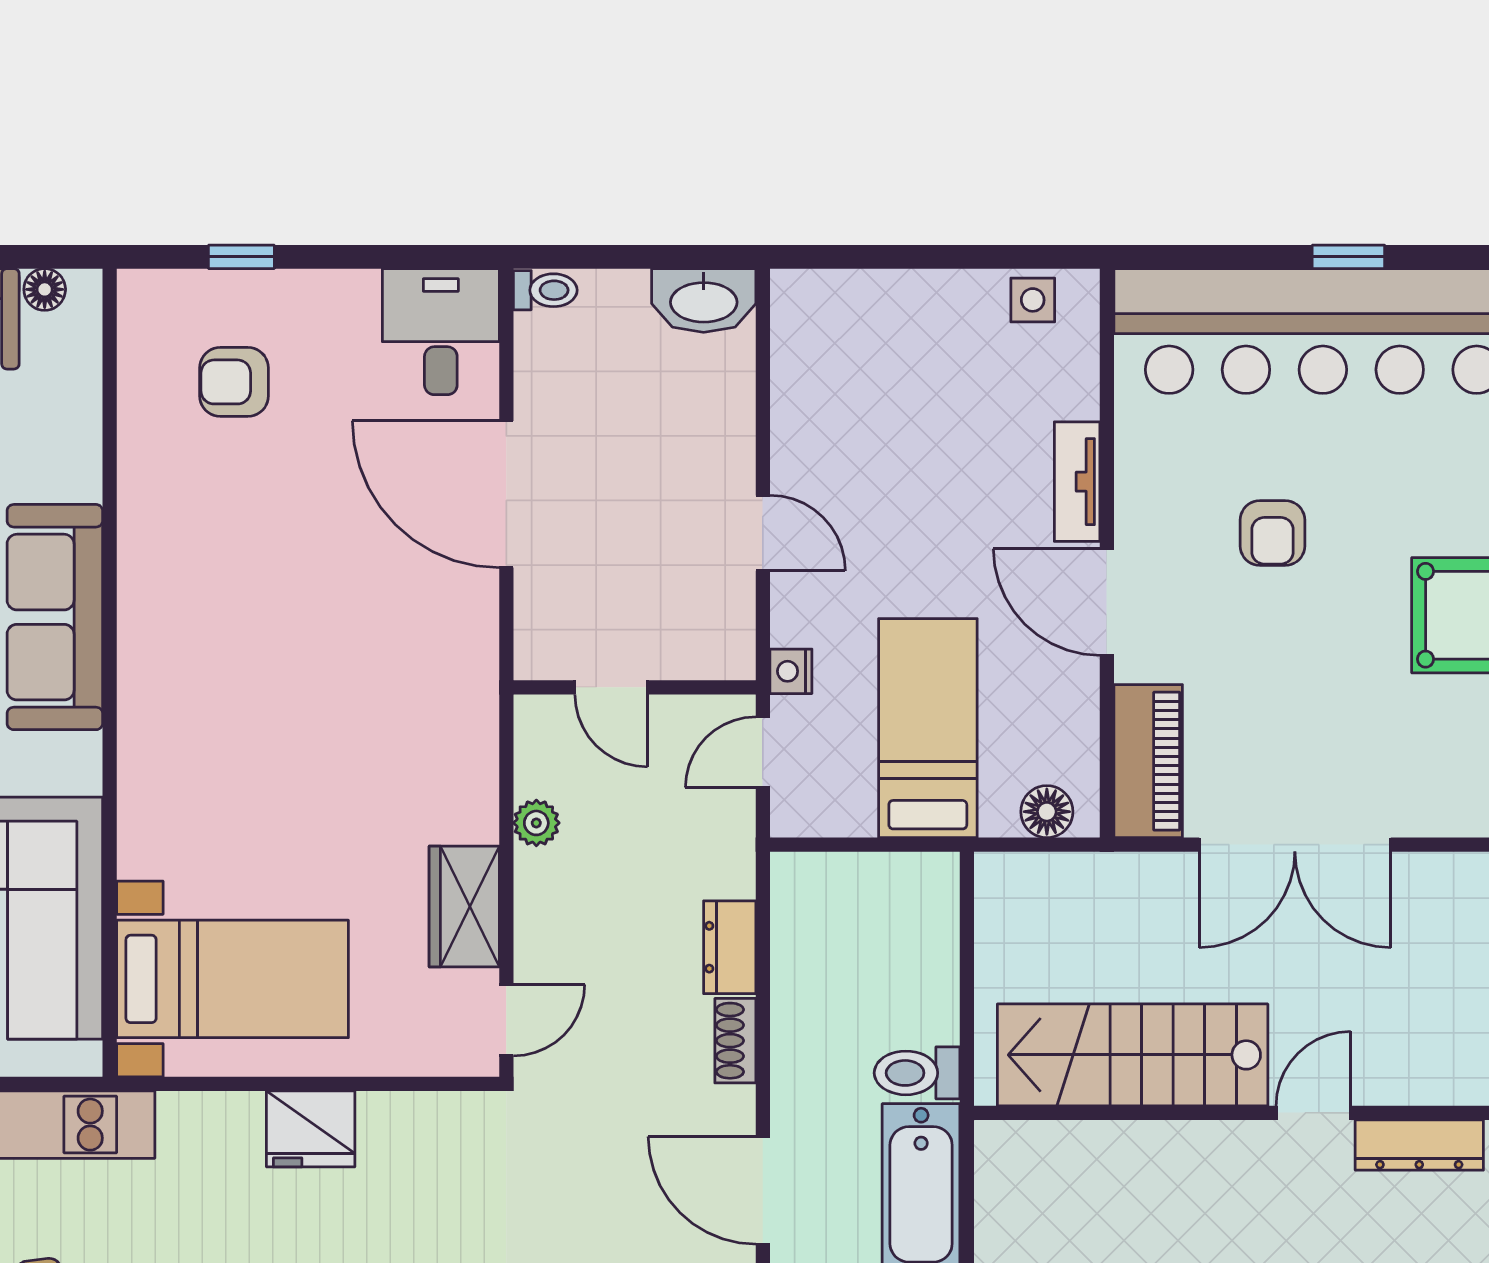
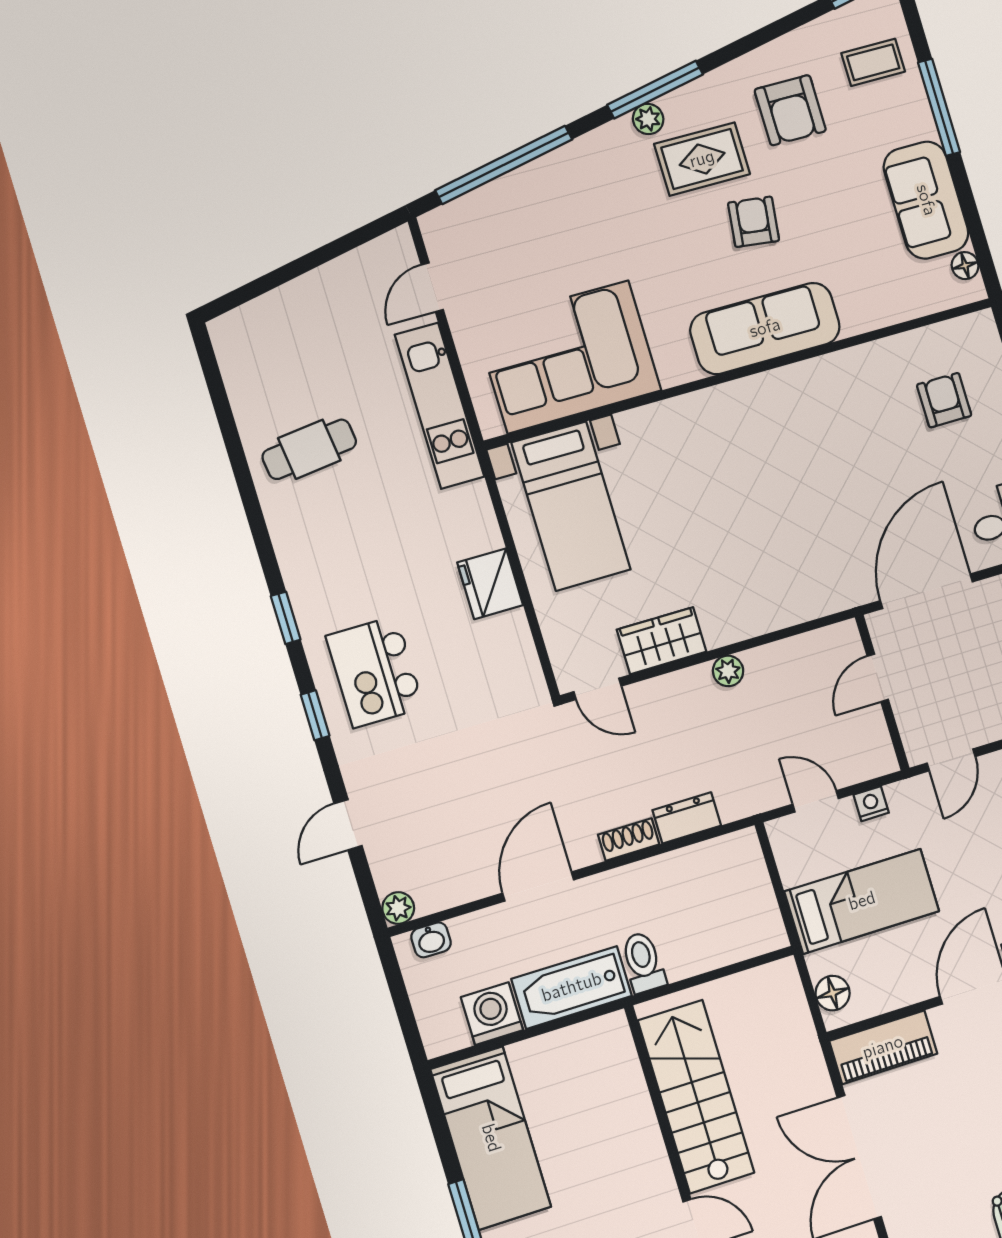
door: (611, 687) -> (878, 678), moved
wall: (635, 687) -> (882, 693), moved

